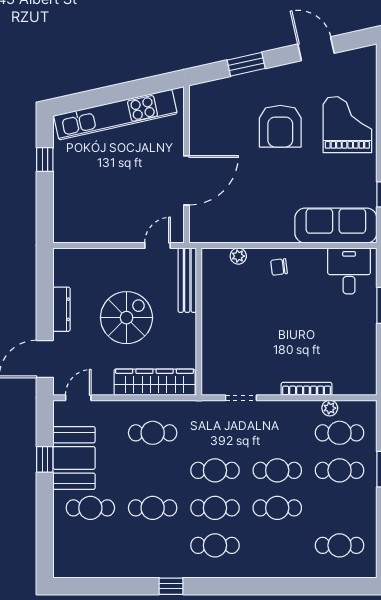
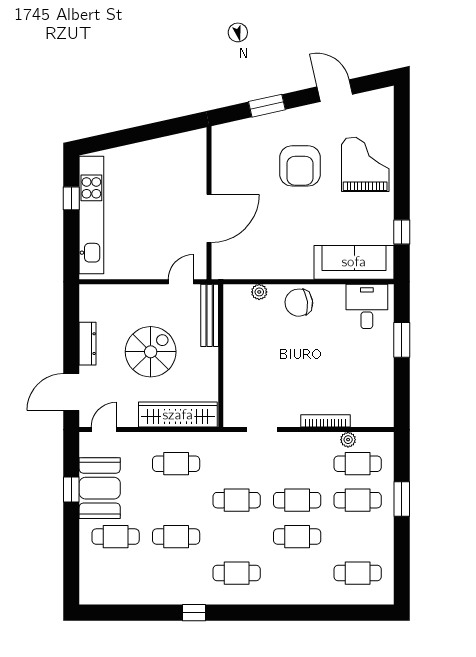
kitchen unit: (115, 115) -> (91, 215), moved, turned -77
chair: (279, 267) -> (299, 303), width x1.87, depth x1.87
cafe table: (215, 508) -> (237, 537), removed

